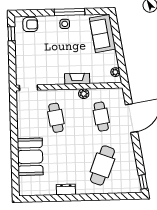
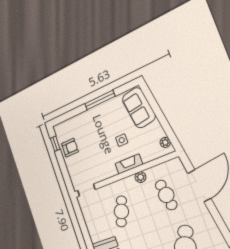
armchair: (30, 24) -> (70, 148), moved
side table: (65, 24) -> (122, 140), moved
cafe table: (56, 118) -> (121, 211), turned 30

